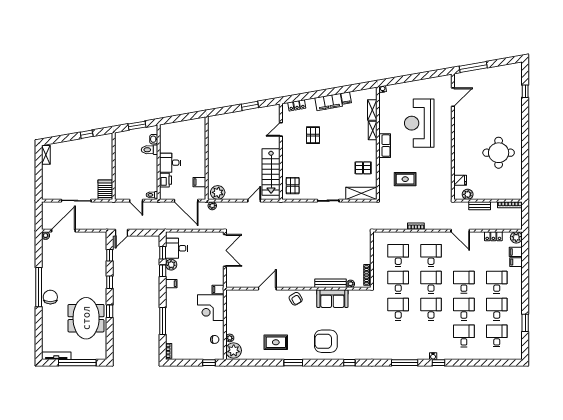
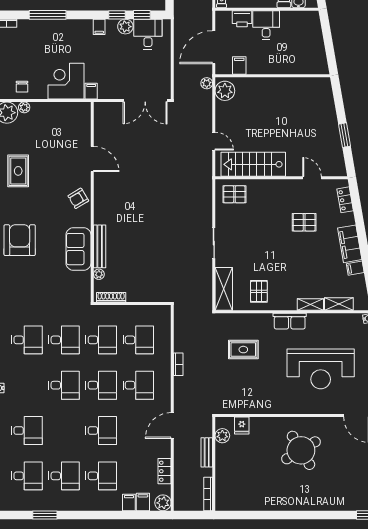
reception desk: (419, 123) -> (321, 369), turned 180
round table: (499, 153) -> (301, 450), moved, turned -31
rug: (405, 179) -> (243, 350), turned 90
desk: (464, 309) -> (27, 340), moved

